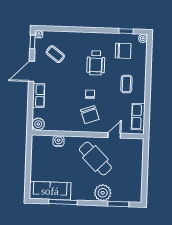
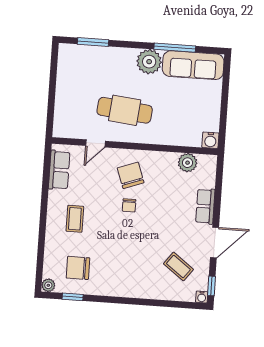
wheelchair: (96, 63) -> (119, 251), removed
plant: (38, 124) -> (188, 163), moved
water cooler: (59, 141) -> (210, 140), moved
cafe table: (95, 159) -> (125, 110), turned -39
plant: (103, 193) -> (149, 62), moved

